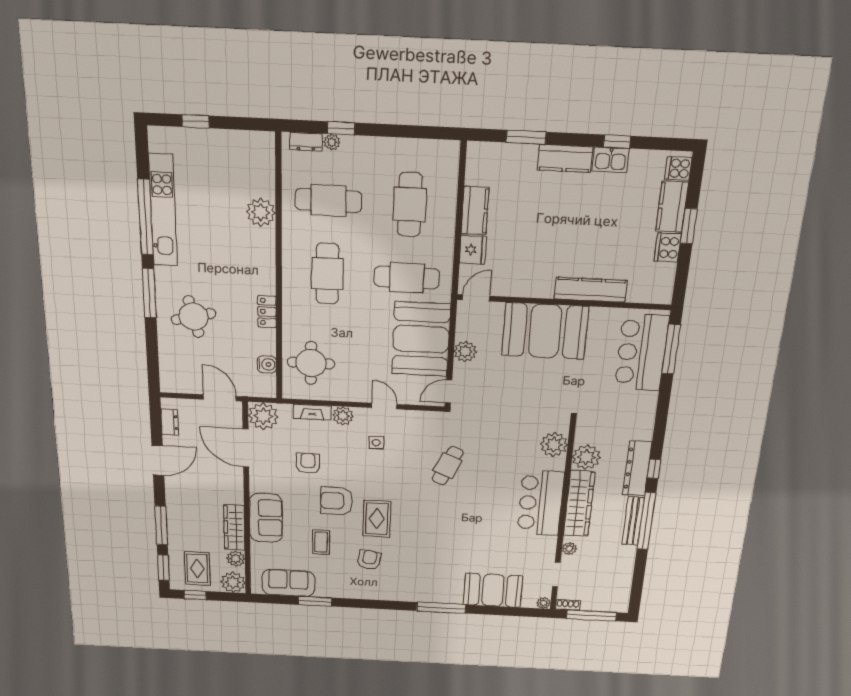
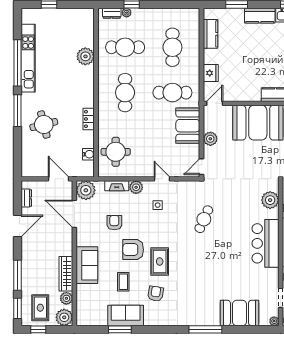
kitchen counter: (475, 211) -> (210, 34), moved
booth: (421, 339) -> (188, 126), width x0.73, depth x0.70
sofa: (288, 583) -> (126, 315), moved

